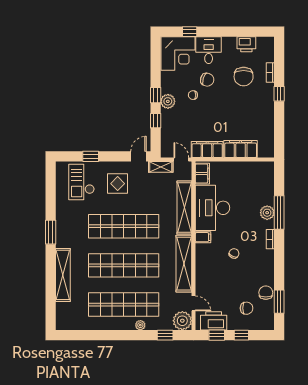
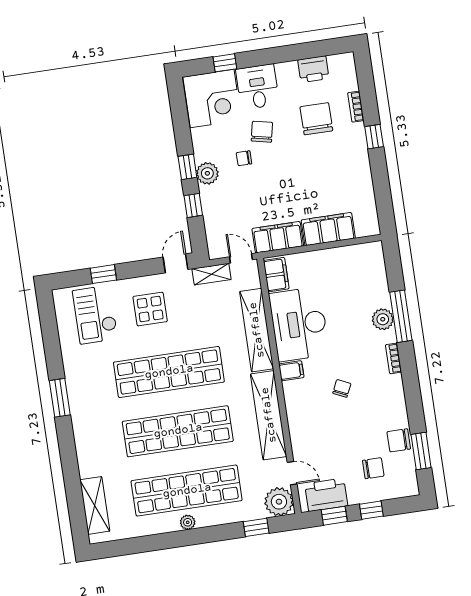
chair: (244, 77) -> (316, 119), turned 180
chair: (207, 80) -> (262, 132), turned -95
shelving: (63, 275) -> (95, 505), moved, width x0.68
chair: (266, 293) -> (399, 440), turned -90
plant: (140, 325) -> (188, 522), moved

